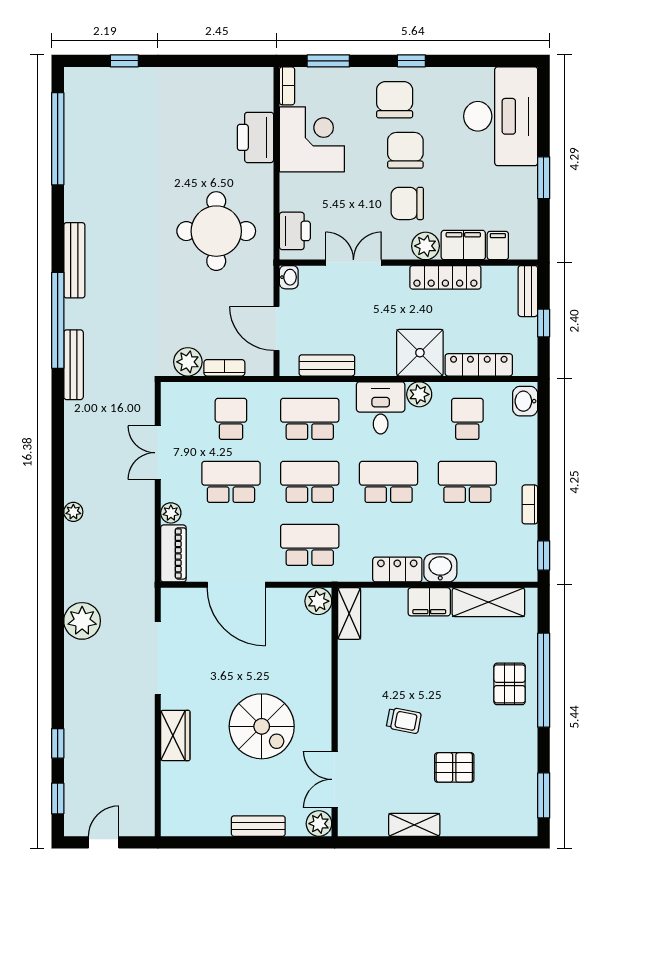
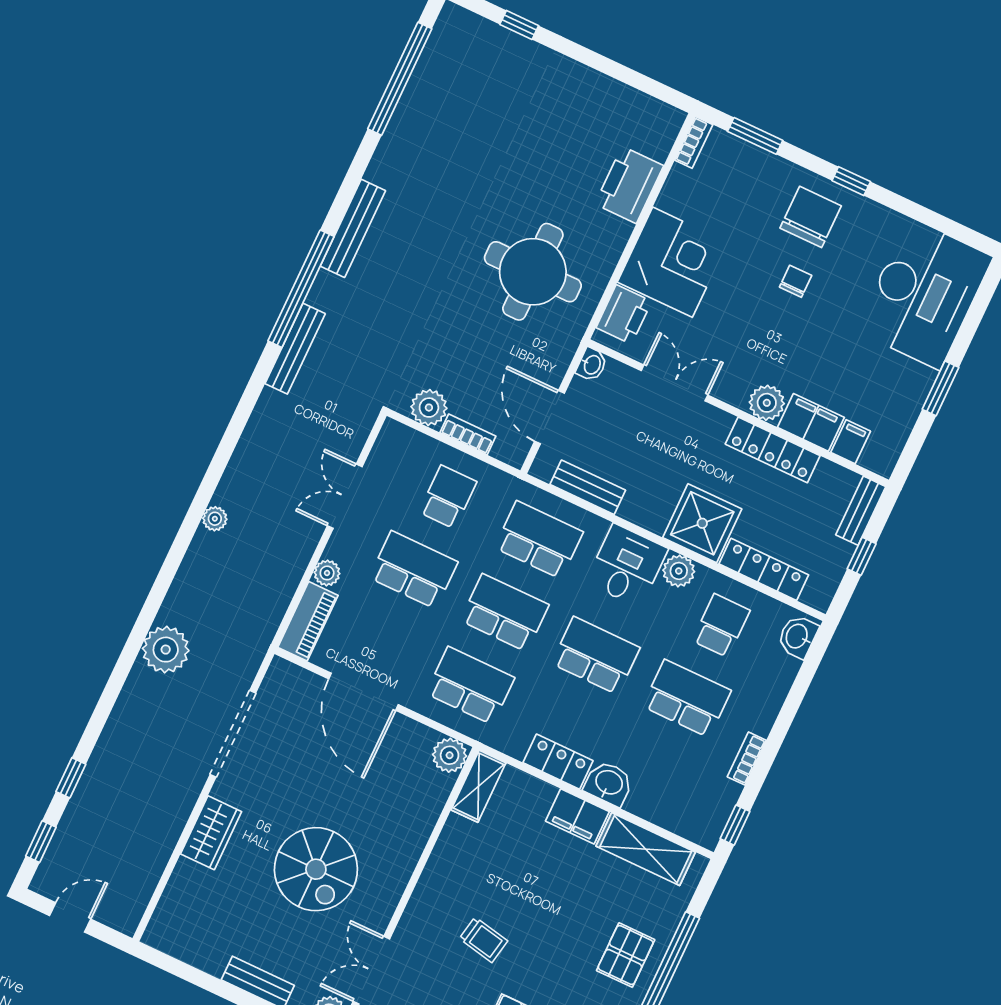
corner desk: (312, 139) -> (672, 262), moved
chair: (405, 150) -> (796, 281), width x0.54, depth x0.54
chair: (407, 203) -> (769, 344), removed

